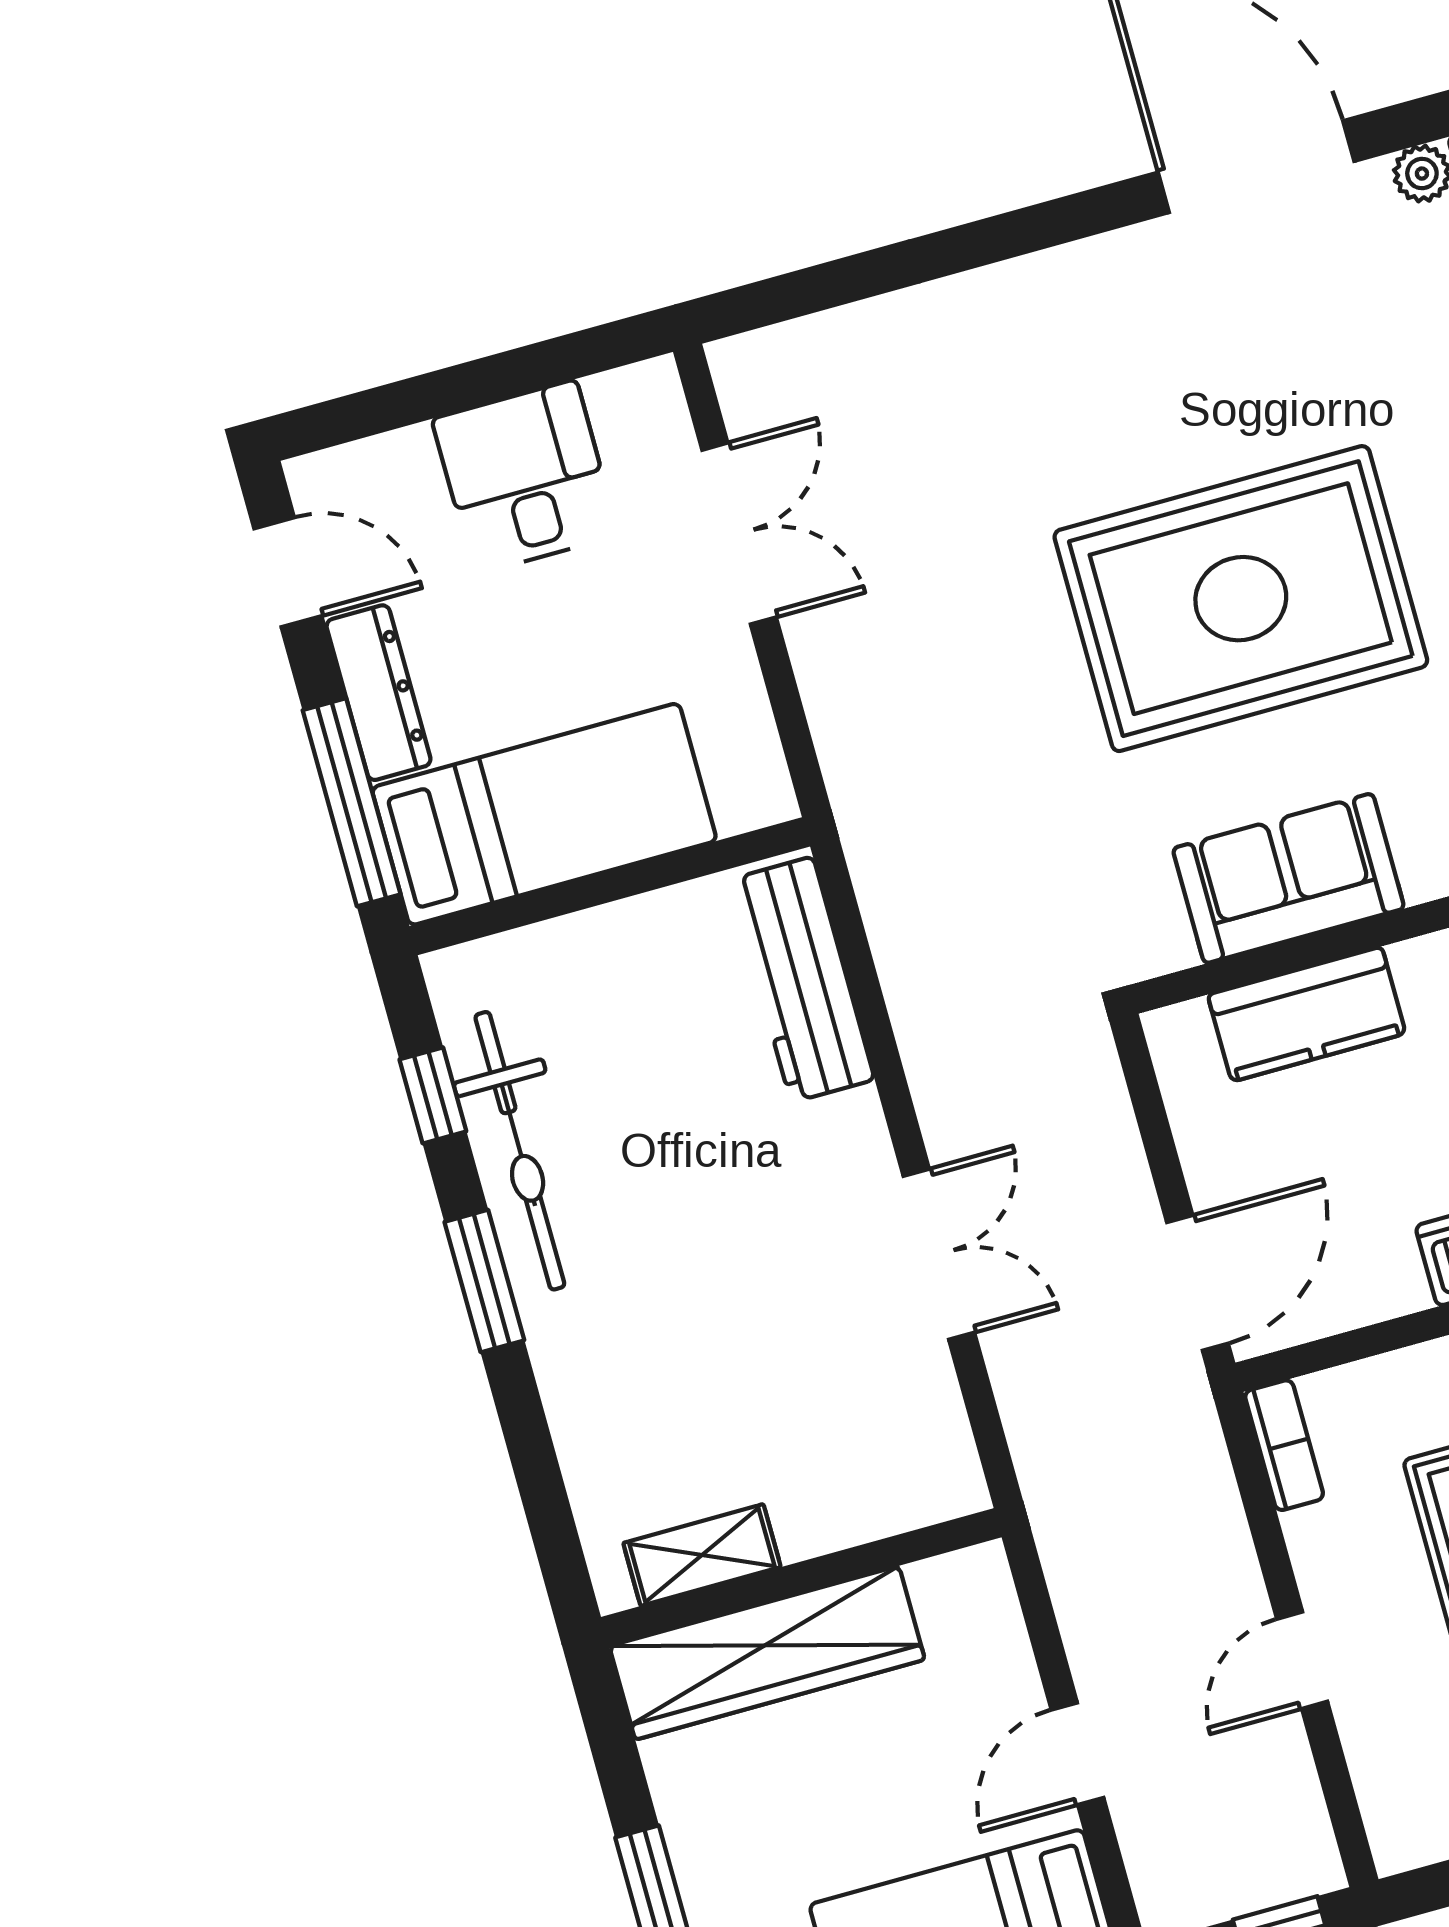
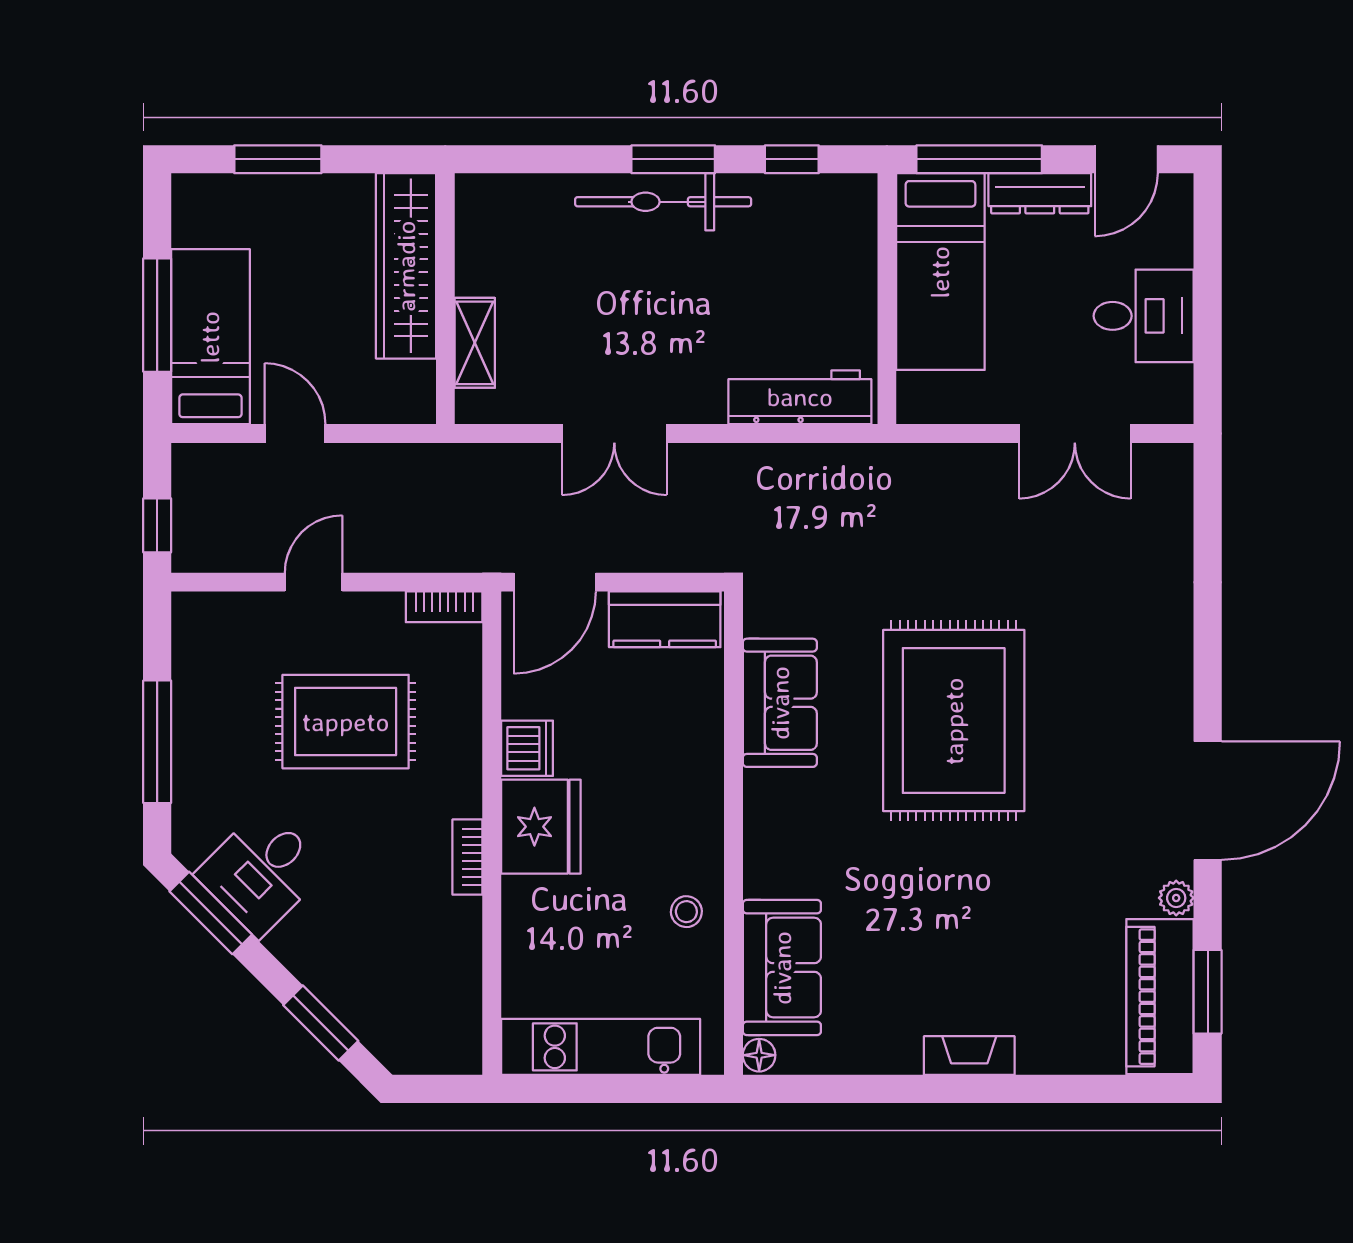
kitchen counter: (1307, 1014) -> (665, 619), moved, turned -90
bicycle: (520, 1151) -> (663, 202), moved
door: (1198, 1283) -> (555, 582), hinge flipped
shelving: (702, 1555) -> (475, 343), moved
door: (1302, 1660) -> (314, 582), hinge flipped

